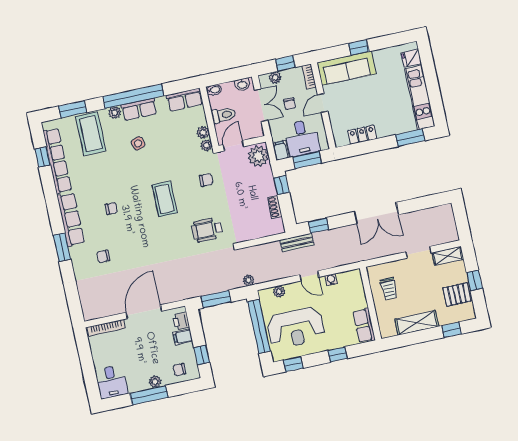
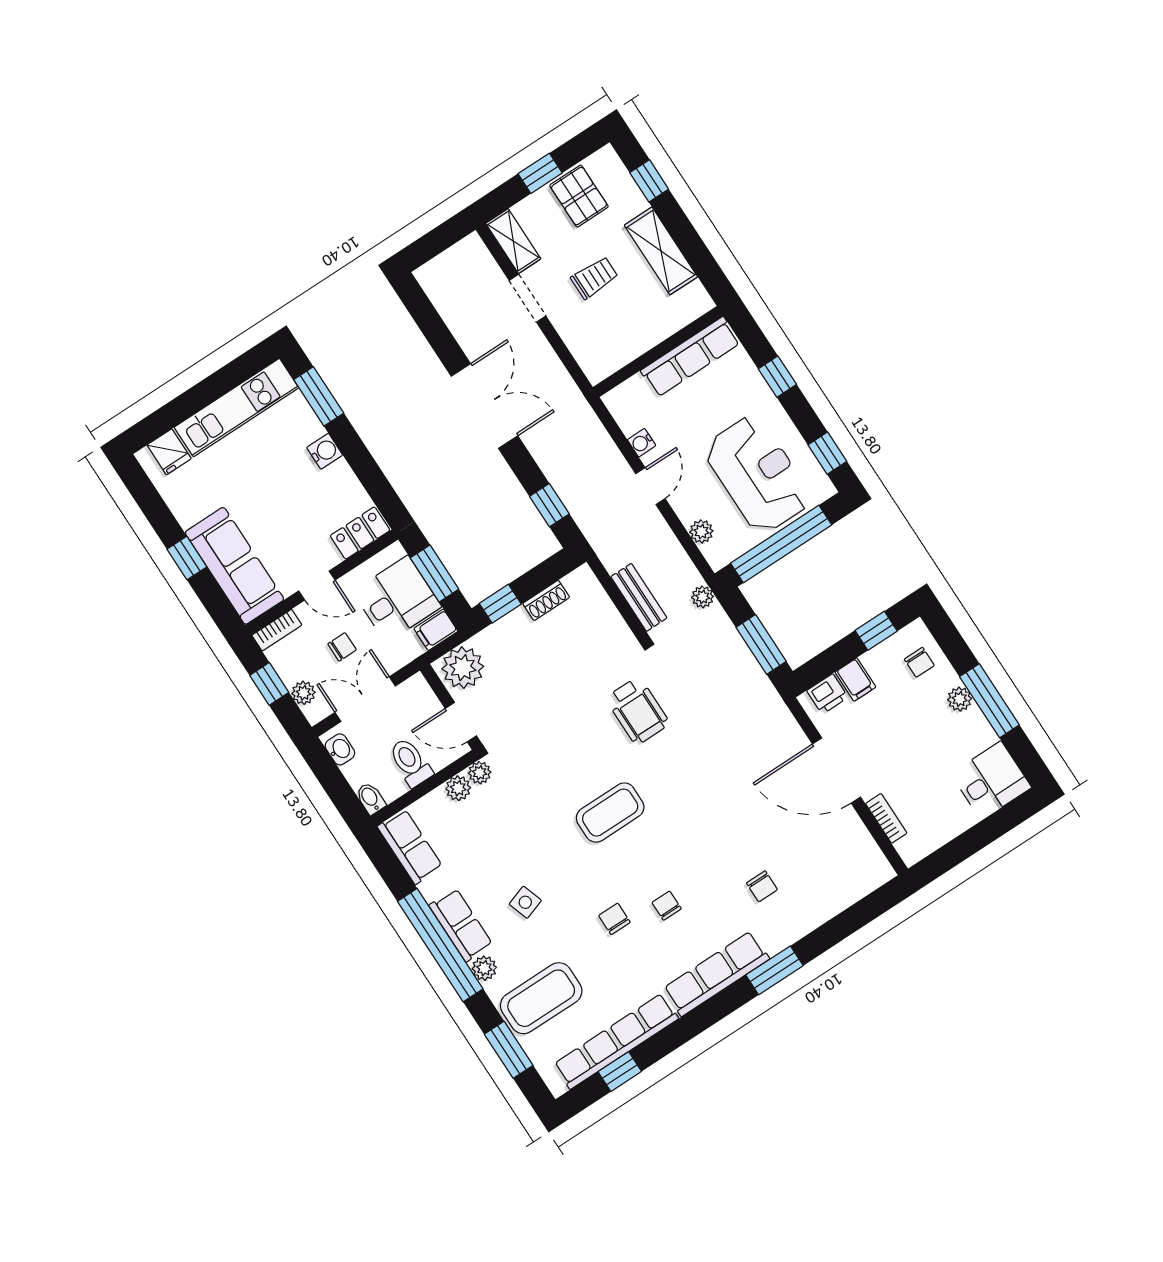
water cooler: (384, 131) -> (325, 451), added
locker: (362, 135) -> (360, 533), moved, turned 90
chair: (206, 180) -> (614, 919), moved
bench: (297, 243) -> (639, 597), moved
trolley: (389, 289) -> (594, 278), moved
row of seats: (364, 325) -> (690, 357), width x1.48
bookcase: (106, 328) -> (886, 818), width x0.64

